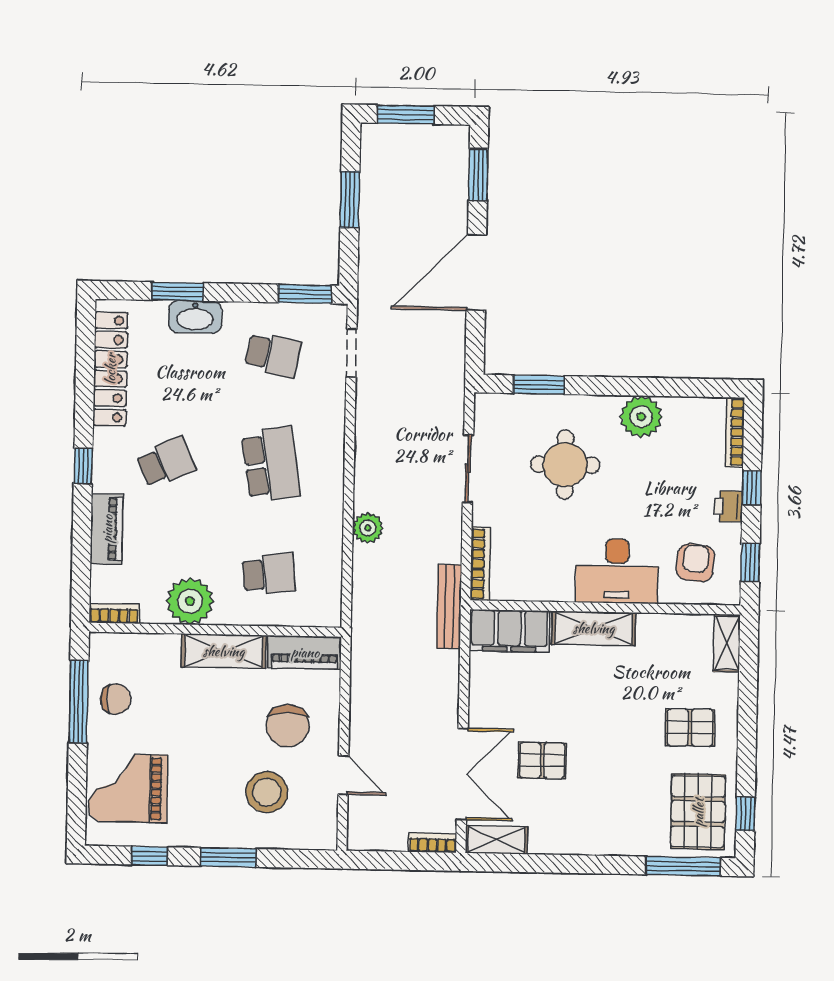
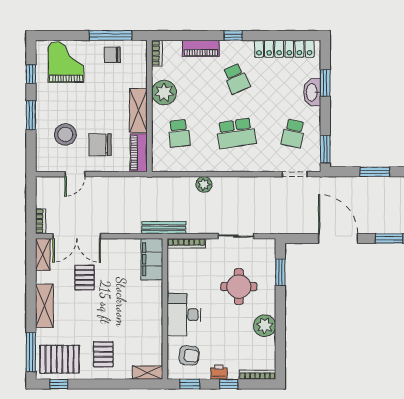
shelving: (594, 628) -> (44, 306), moved
chair: (116, 699) -> (112, 55), turned 90

